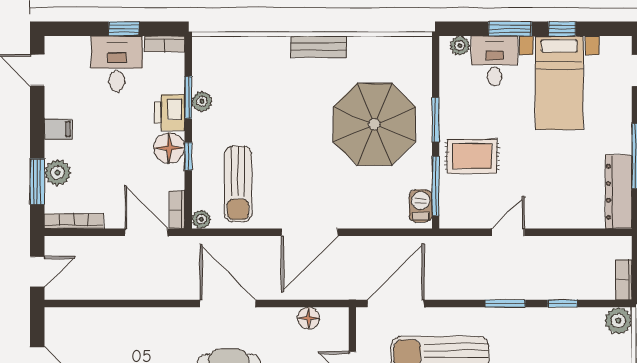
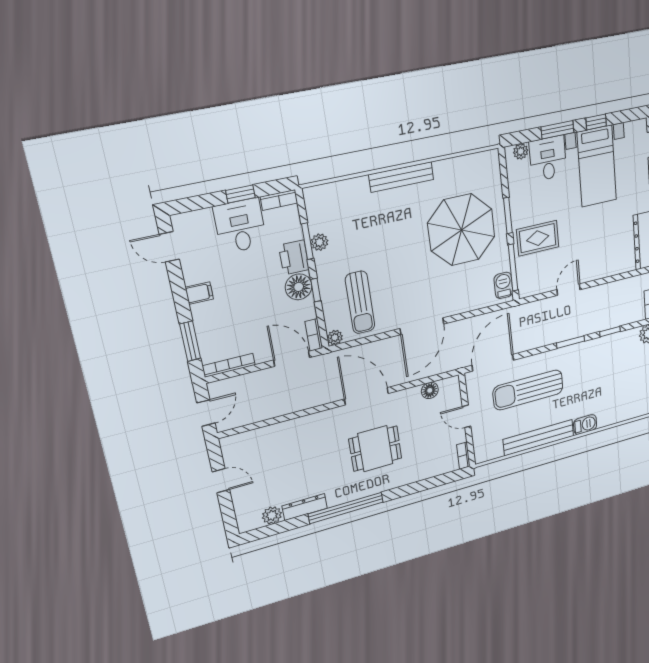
bench: (319, 47) -> (401, 177), width x1.36
plant: (57, 173) -> (206, 330), removed

